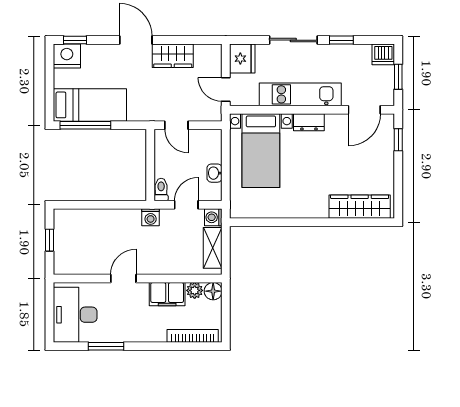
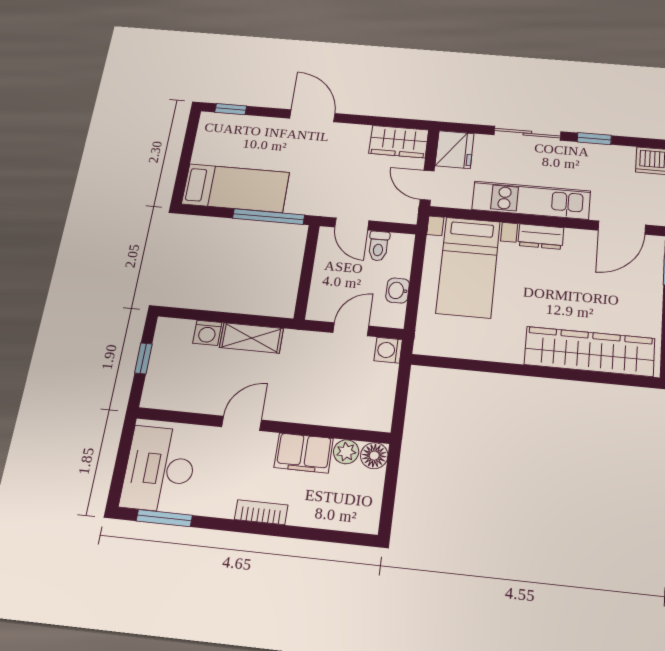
nightstand: (67, 56) -> (216, 127), removed
wardrobe: (173, 56) -> (399, 142), moved
window: (85, 125) -> (269, 217), moved
toilet: (161, 190) -> (378, 246), moved, turned 180
wardrobe: (360, 207) -> (590, 351), width x1.40, depth x1.17
washing machine: (151, 217) -> (207, 333), moved
shelving: (213, 248) -> (251, 338), moved, turned 90
bookcase: (193, 336) -> (261, 512), moved, width x0.64
window: (106, 346) -> (164, 518), moved

